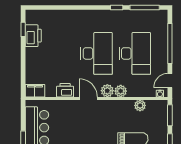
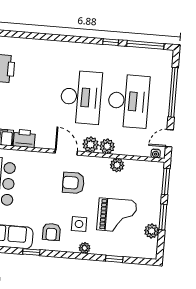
printer: (65, 90) -> (24, 138), moved
plant: (140, 105) -> (117, 165), moved
armchair: (96, 123) -> (73, 183), added

